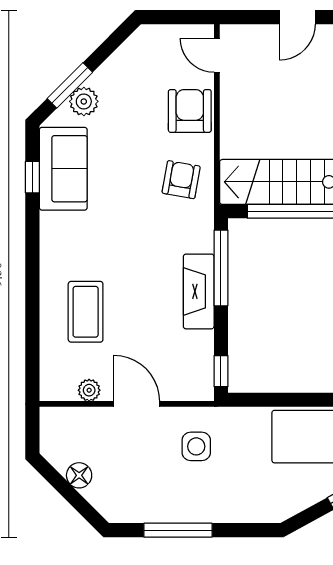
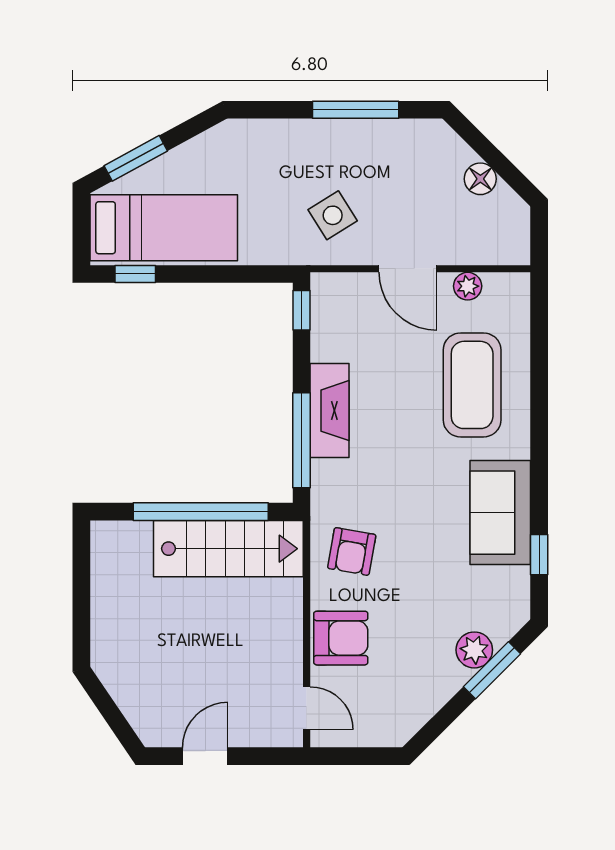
armchair: (190, 111) -> (341, 638), turned -90
sofa: (63, 169) -> (500, 513), moved
coffee table: (86, 312) -> (472, 385), width x1.36, depth x1.32
side table: (196, 446) -> (333, 215), turned -32

